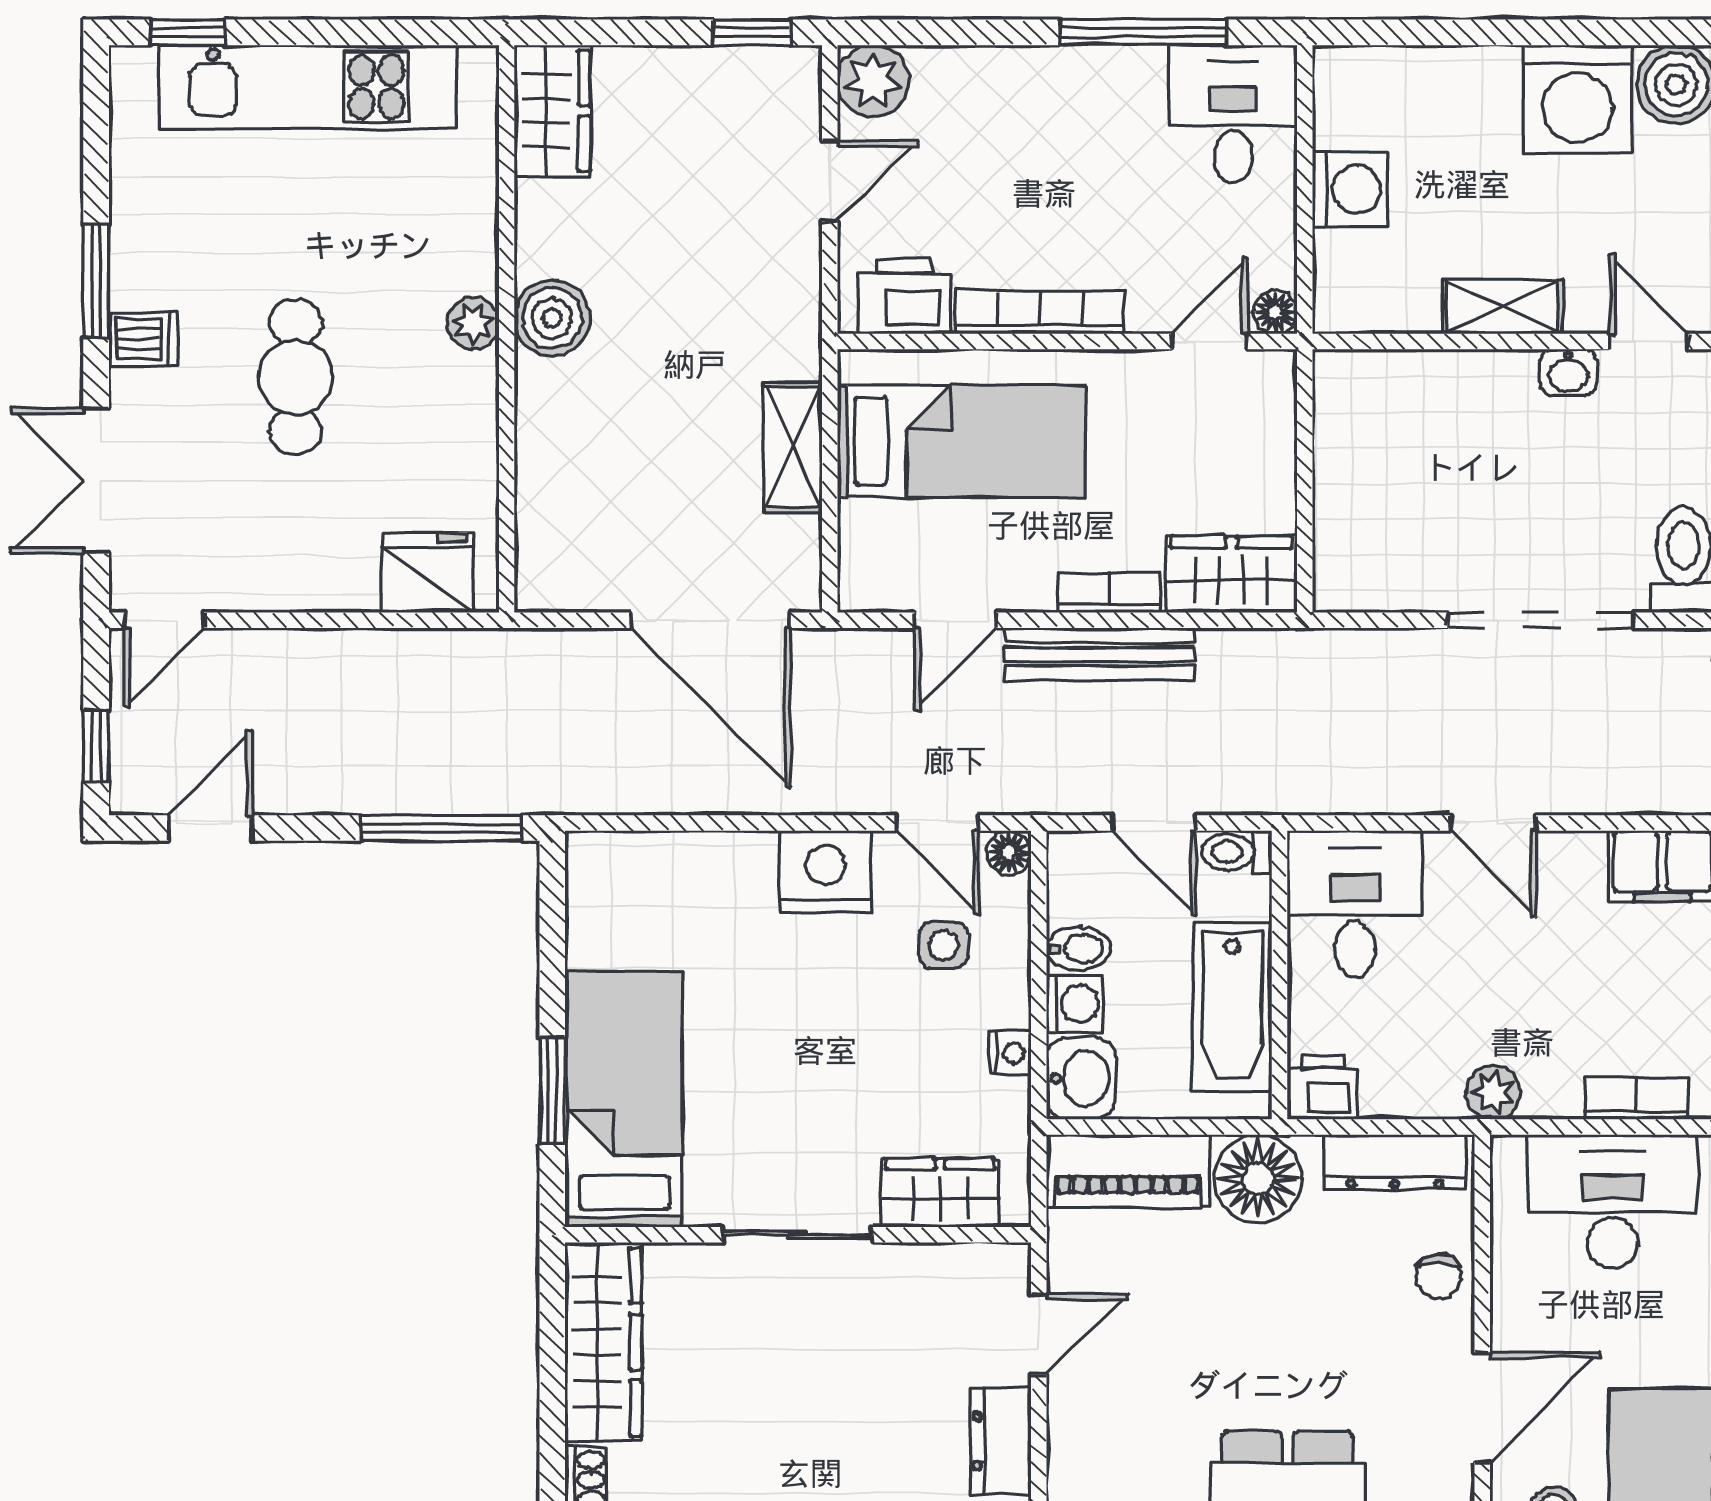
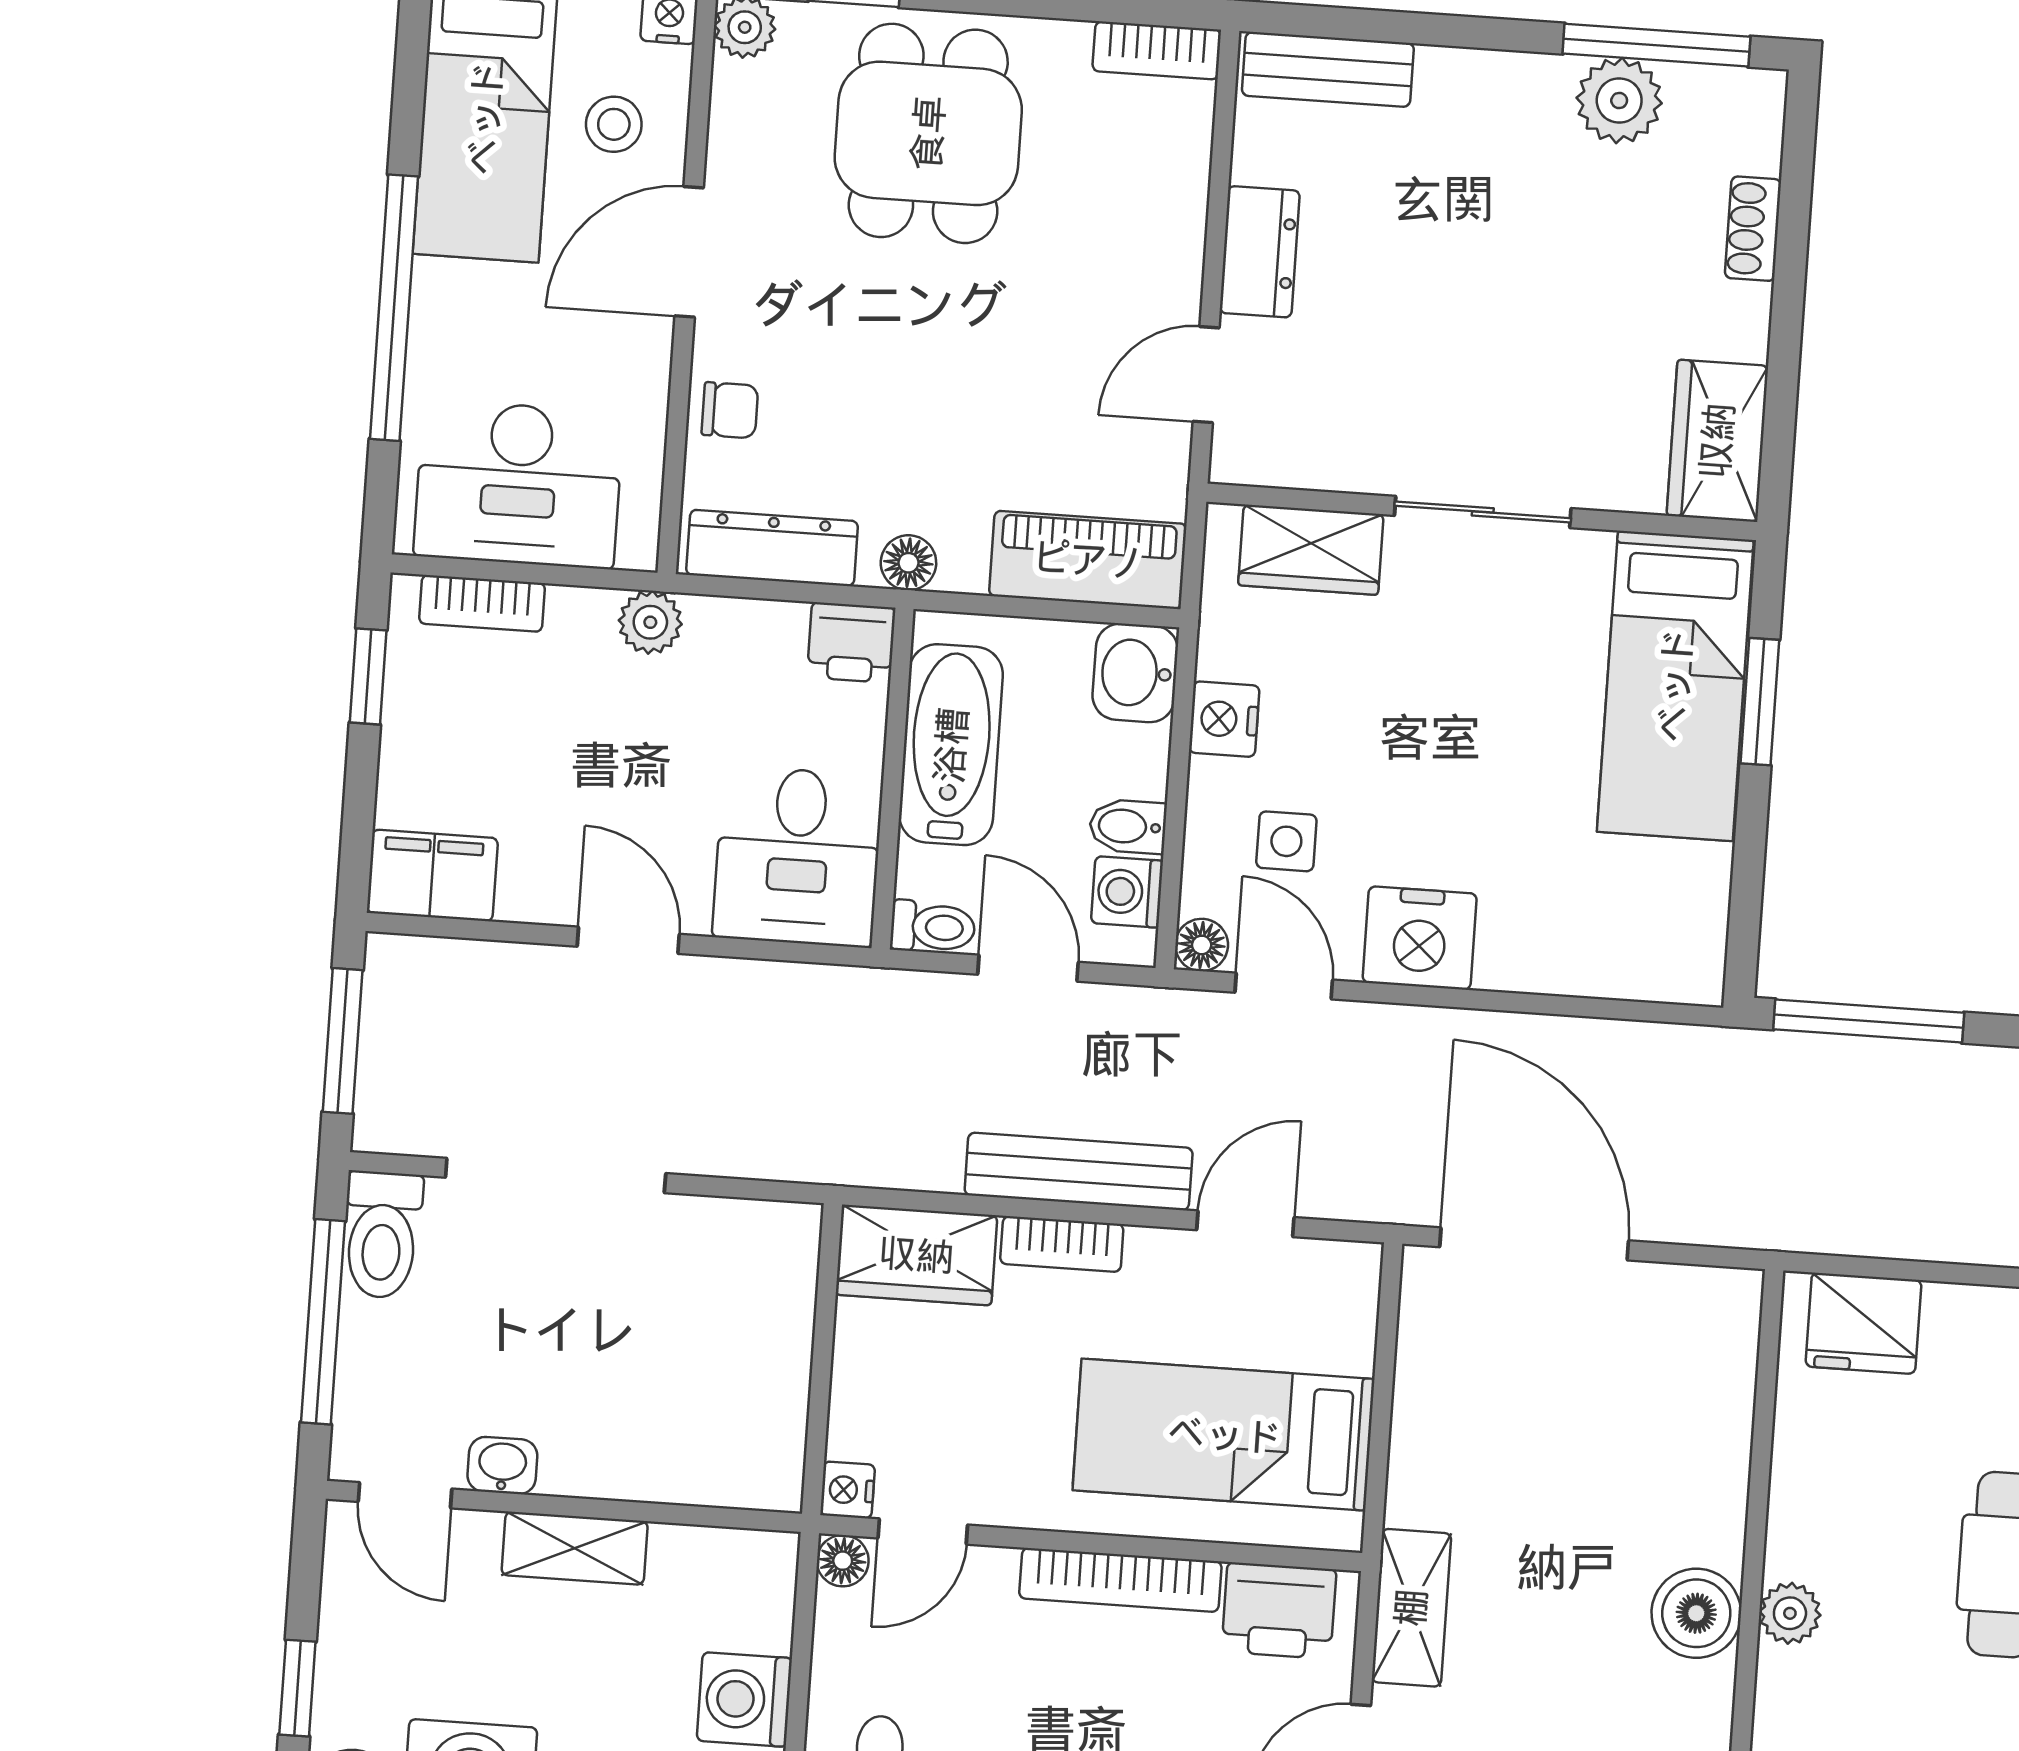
nightstand: (1276, 372) -> (848, 1490), added
shelving: (793, 447) -> (1411, 1608), moved
washing machine: (1075, 1004) -> (1127, 892), moved
nightstand: (1011, 1053) -> (1224, 719), width x1.39, depth x1.35
floor lamp: (1258, 1179) -> (908, 563), width x0.53, depth x0.53
chair: (1439, 1276) -> (730, 410), turned 90
wardrobe: (603, 1342) -> (1717, 441), width x0.67

